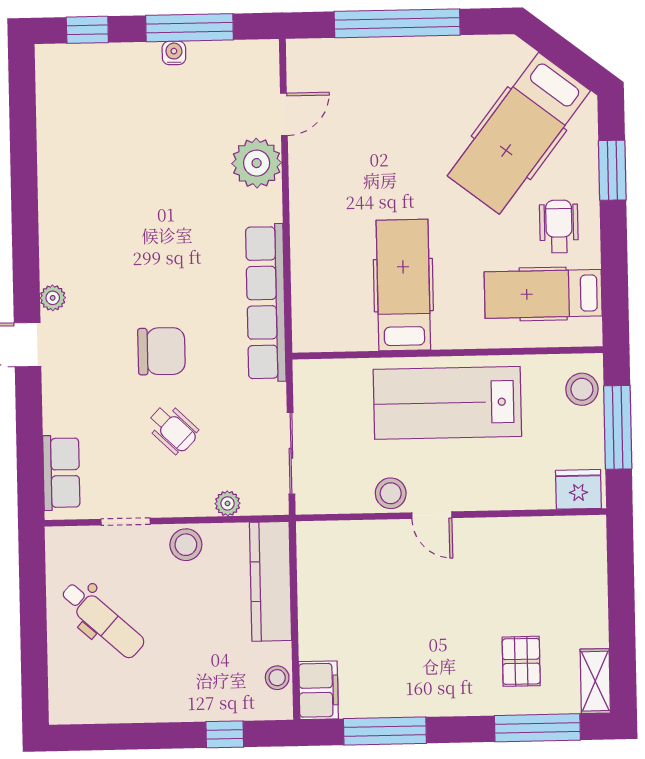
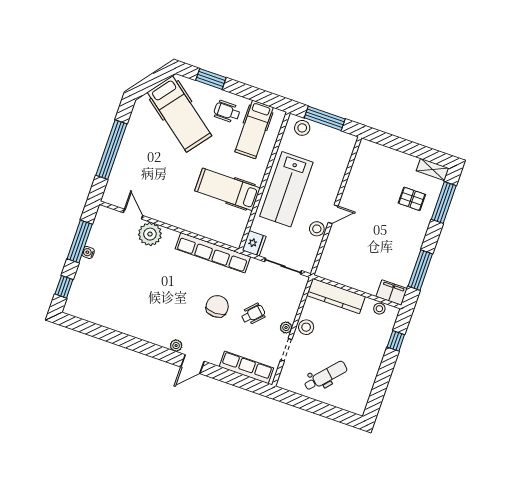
row of seats: (61, 473) -> (246, 367), width x1.48
fridge: (578, 489) -> (254, 243), moved, turned 180
plant: (228, 503) -> (286, 328), moved

